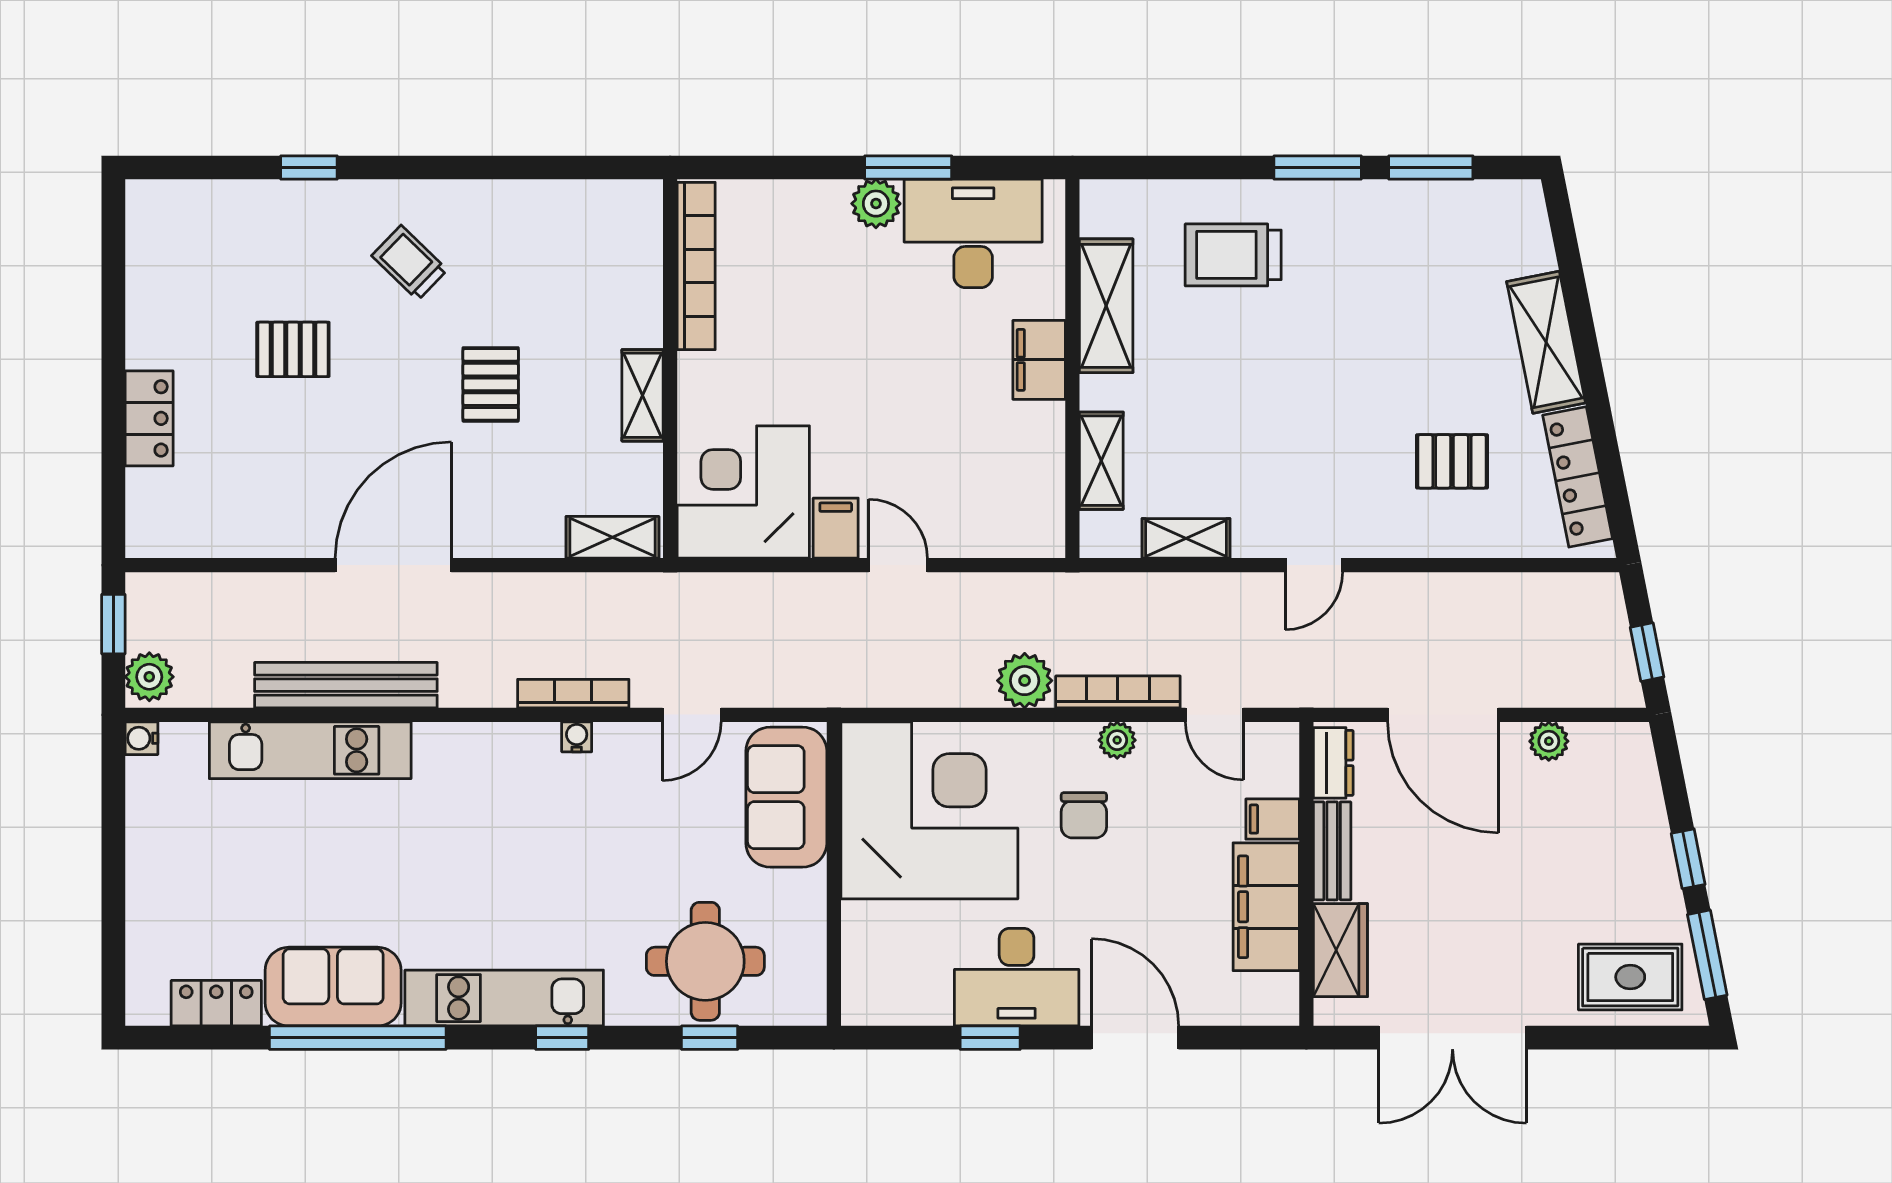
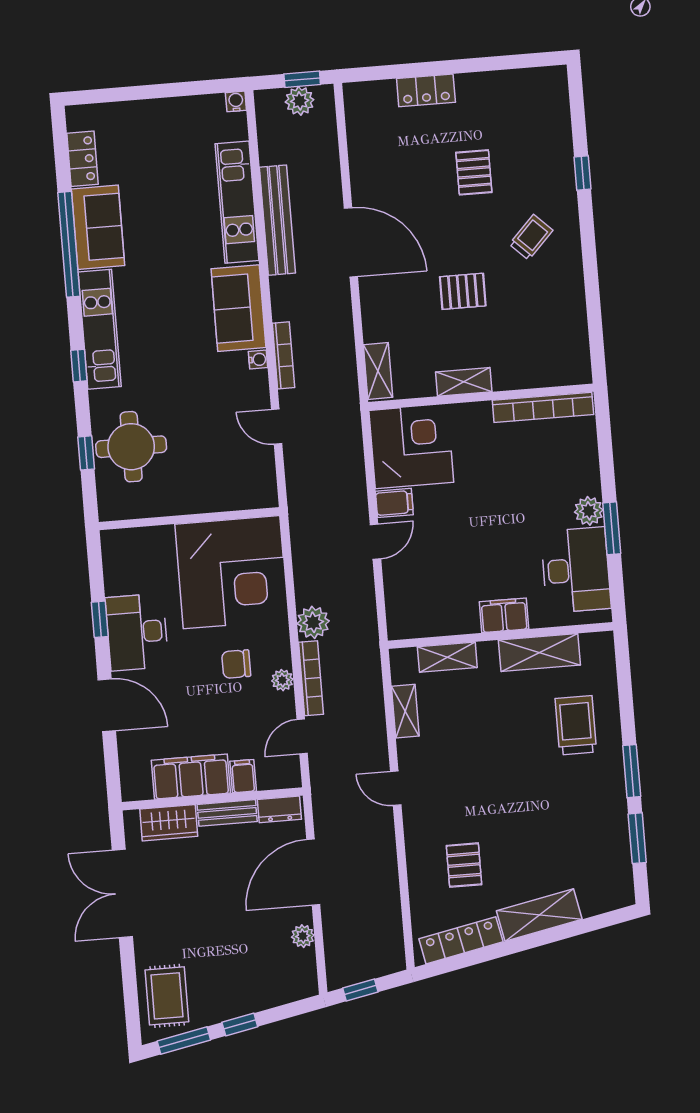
plant: (149, 677) -> (300, 101), moved
sofa: (786, 797) -> (239, 308), moved, turned -90
door: (1135, 1038) -> (107, 705), hinge flipped

